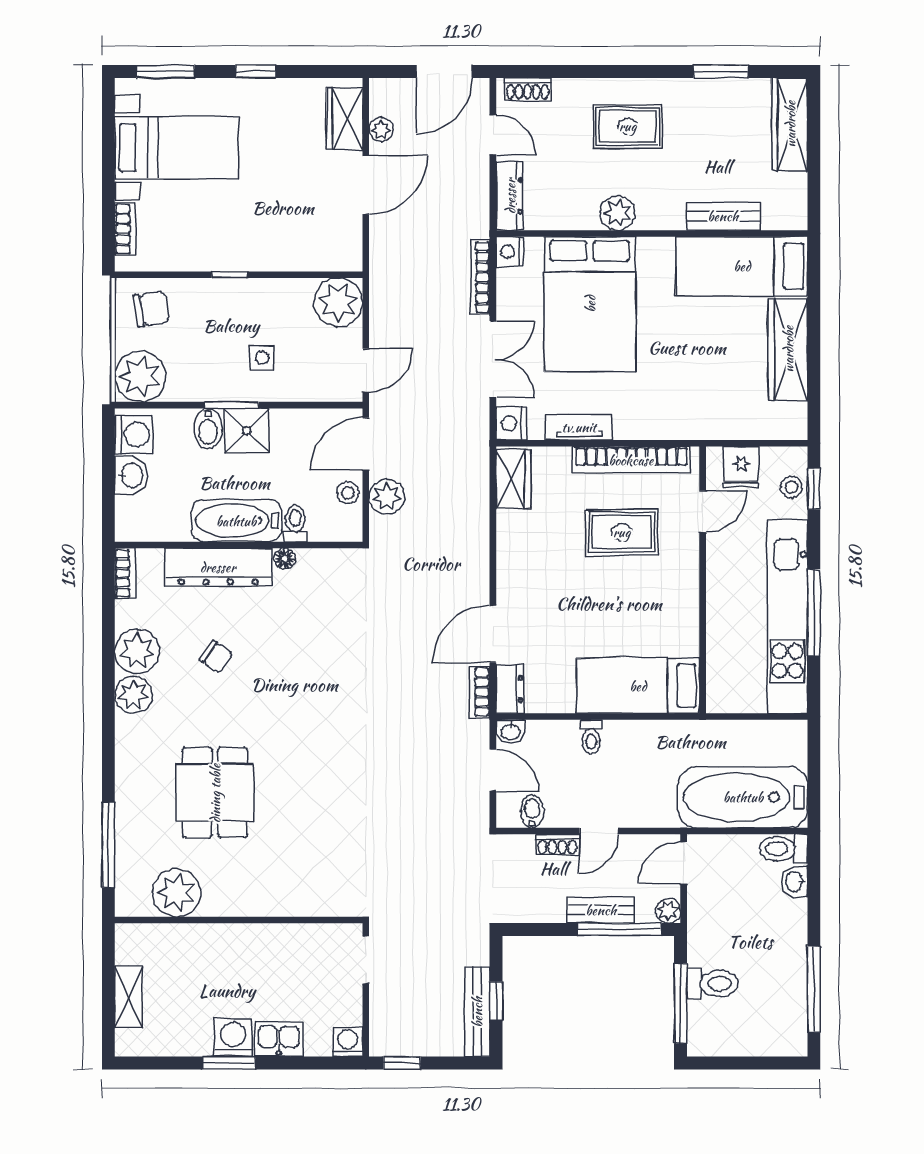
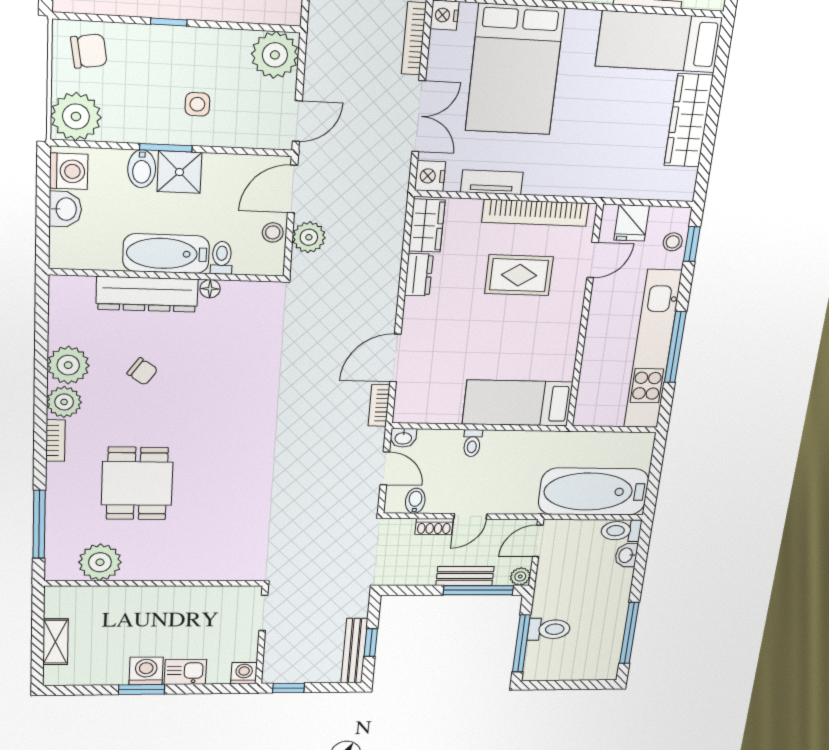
bookcase: (125, 573) -> (55, 441), moved
dresser: (510, 689) -> (419, 275), moved

